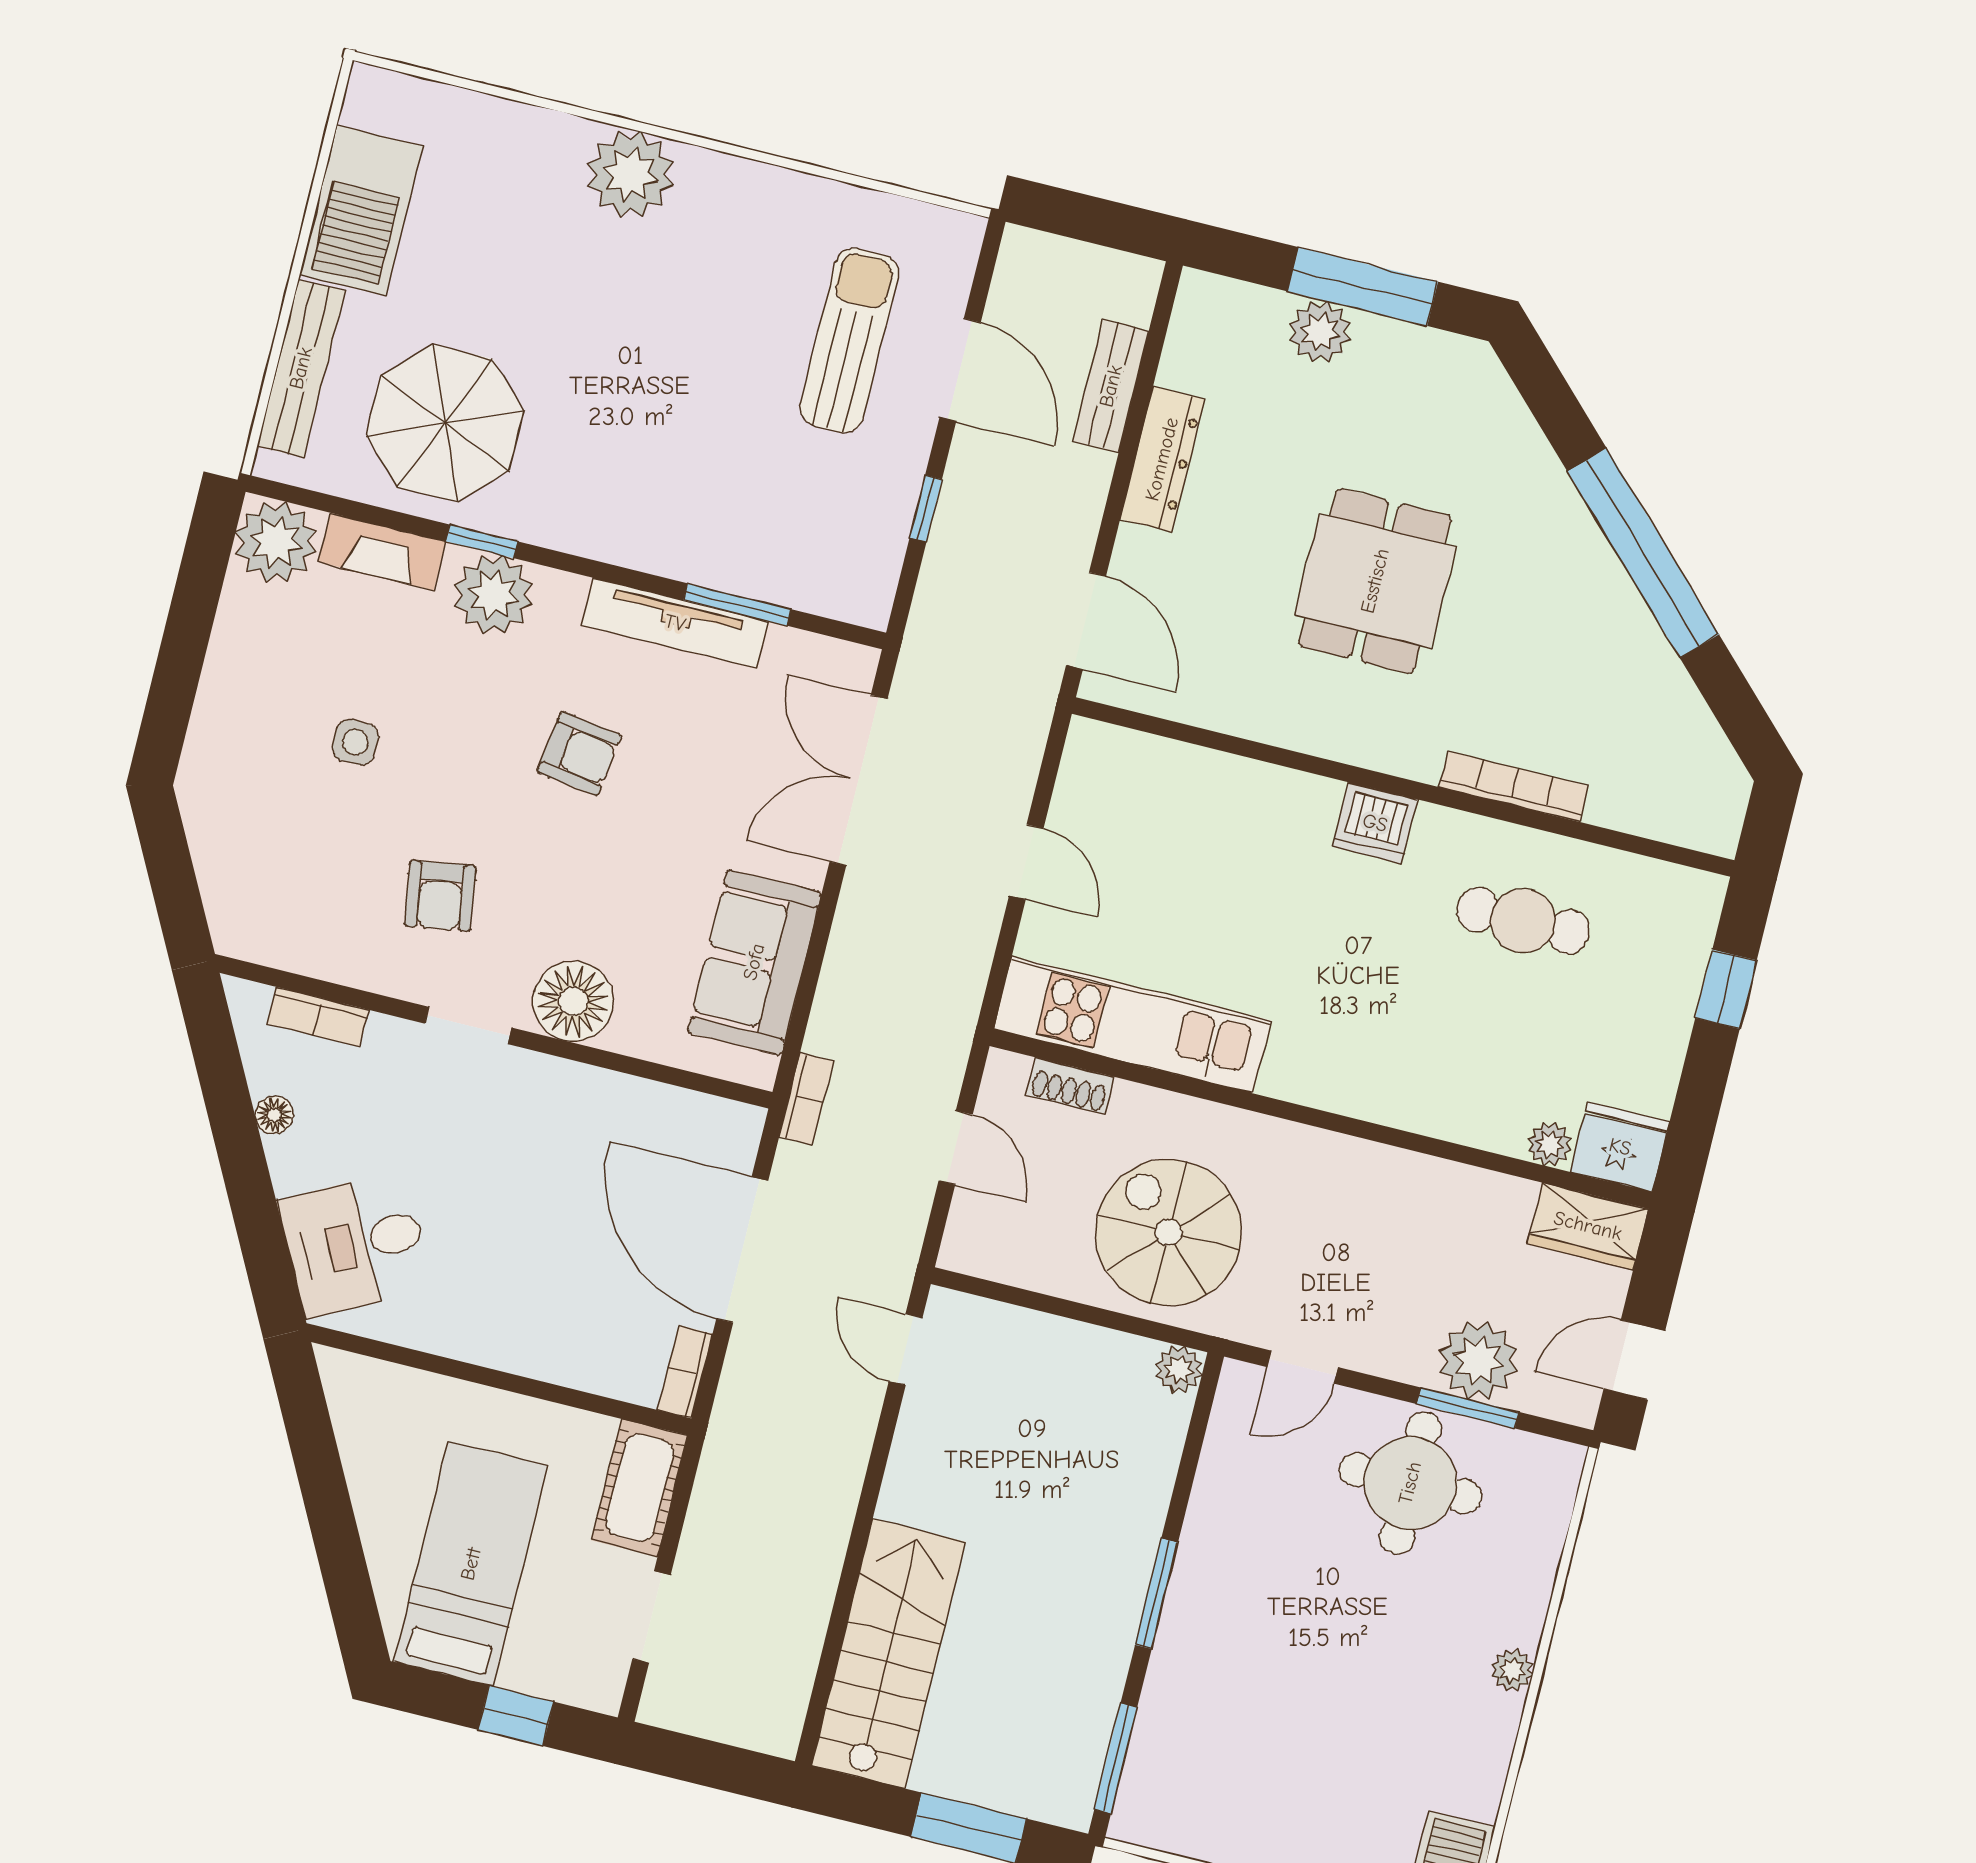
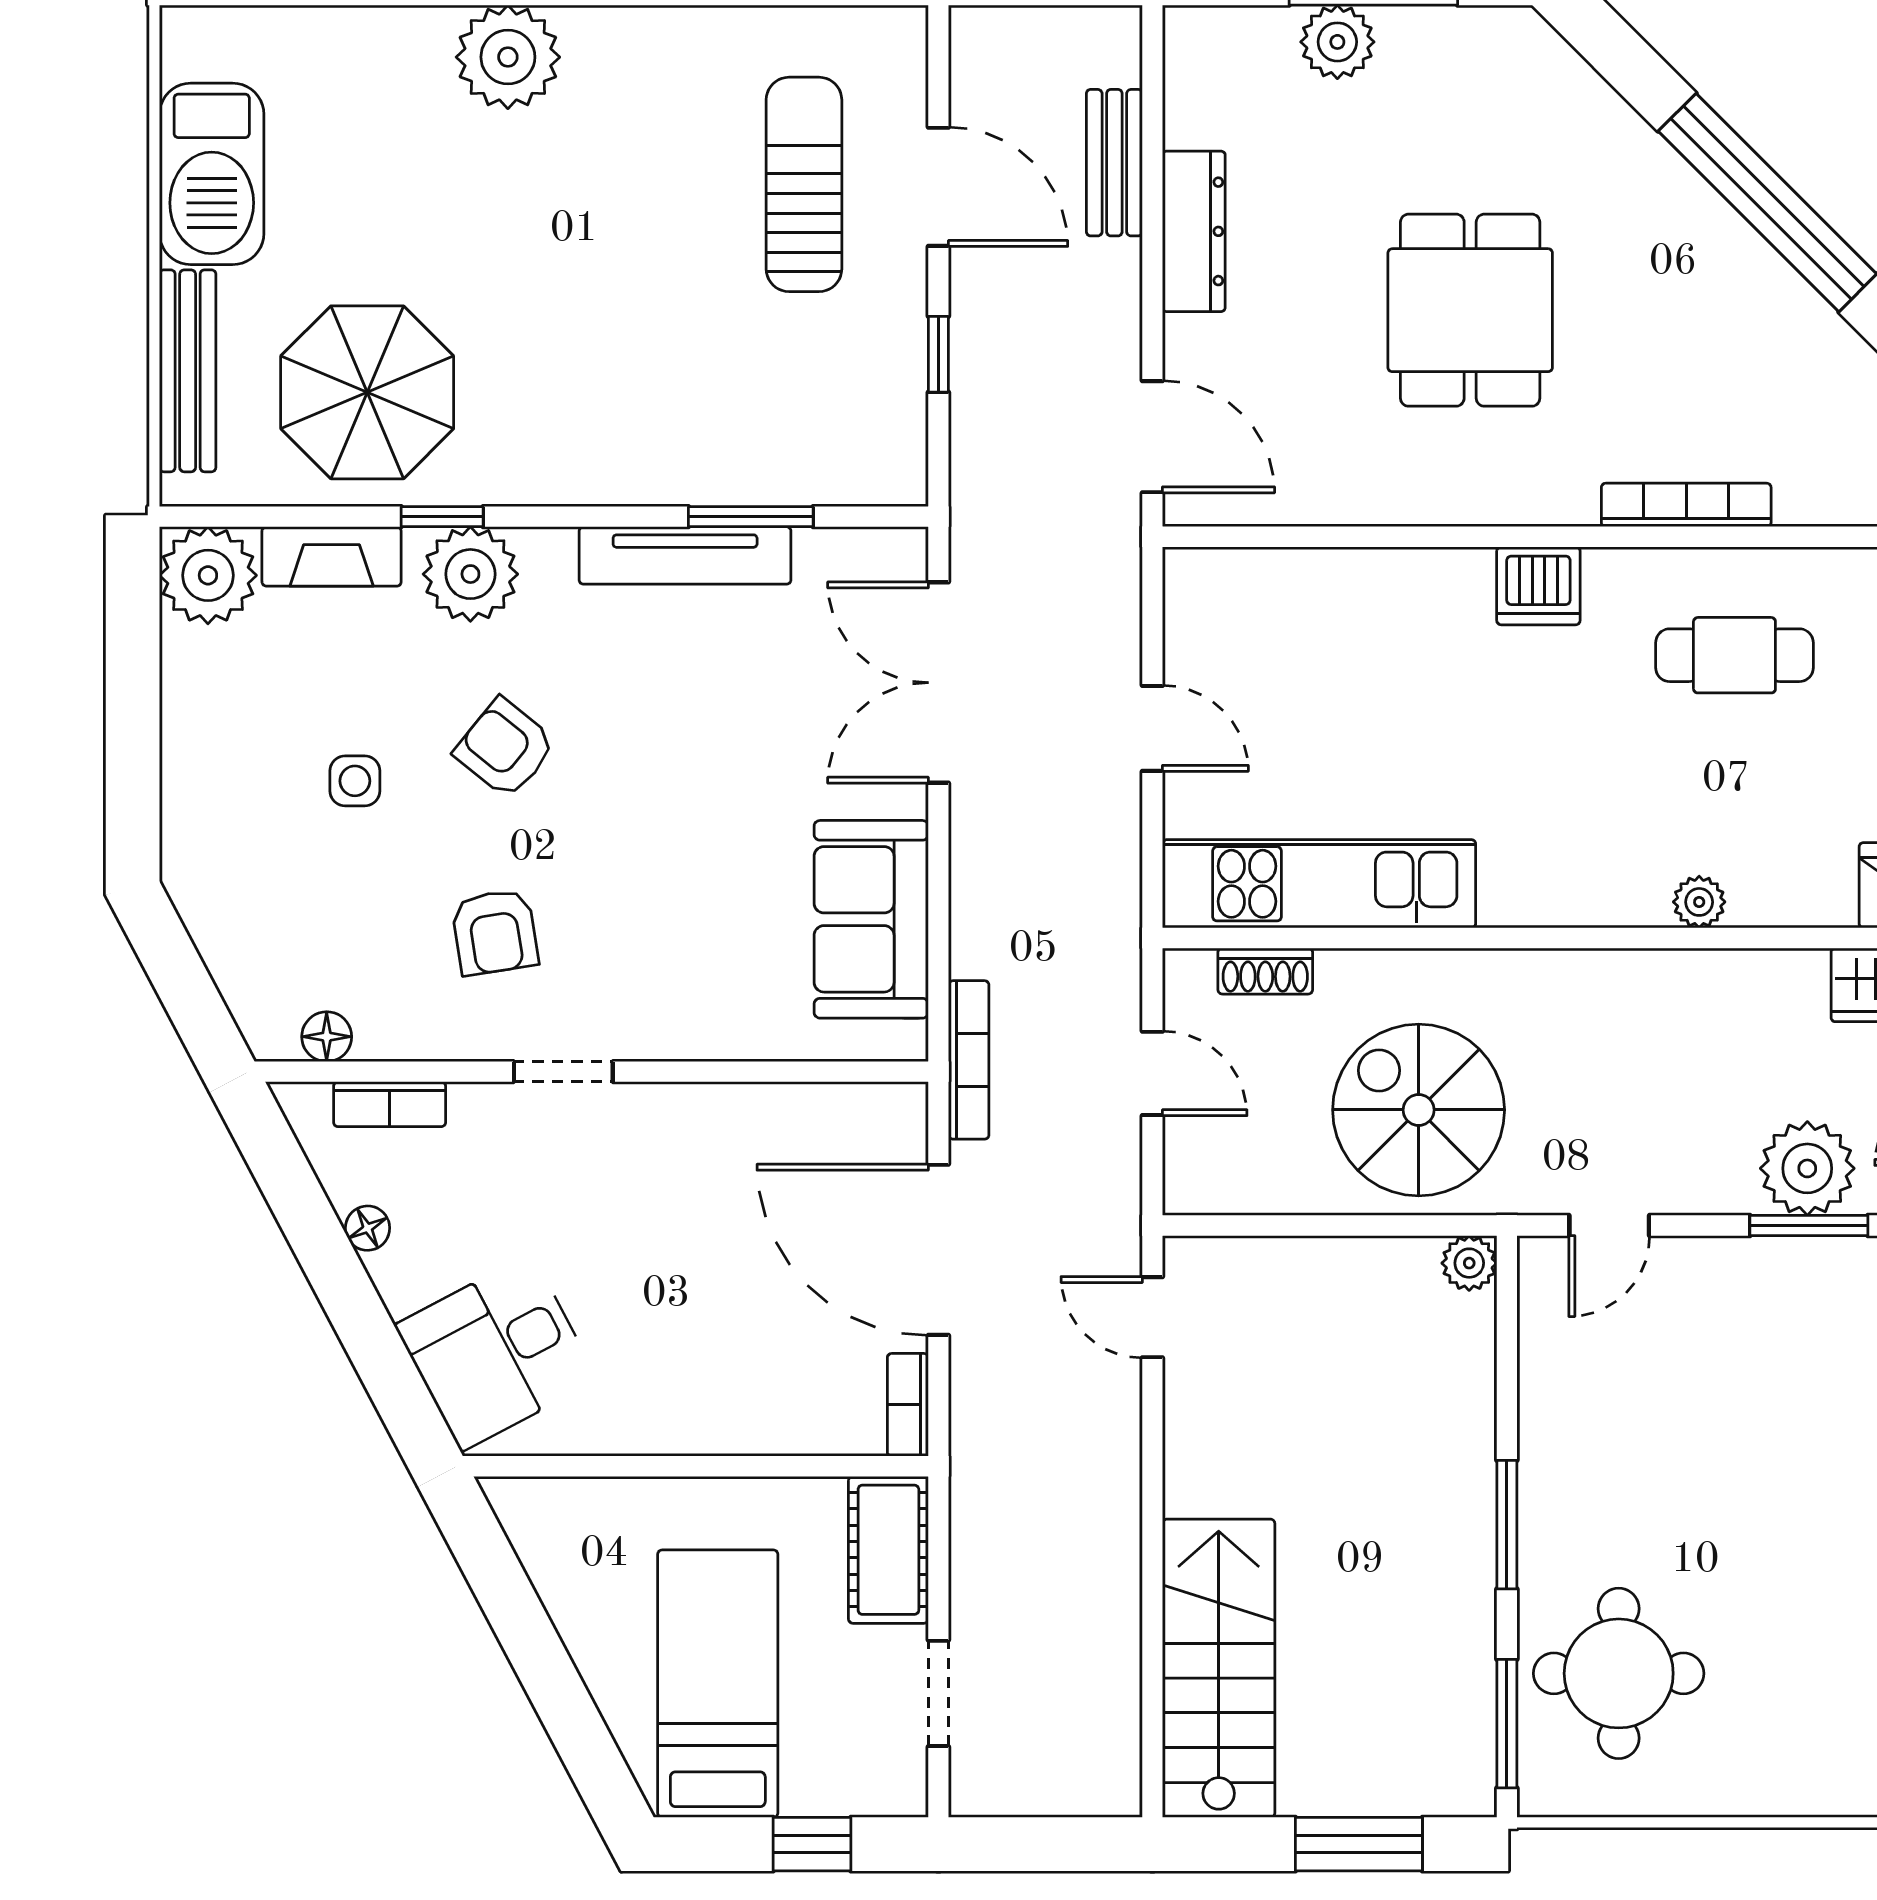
armchair: (579, 754) -> (505, 748), moved, turned -149
floor lamp: (573, 1001) -> (327, 1037), moved, width x0.53, depth x0.53
bookcase: (806, 1099) -> (969, 1060), width x1.56
plant: (1550, 1144) -> (1699, 902), moved
round table: (1410, 1483) -> (1619, 1673), moved

